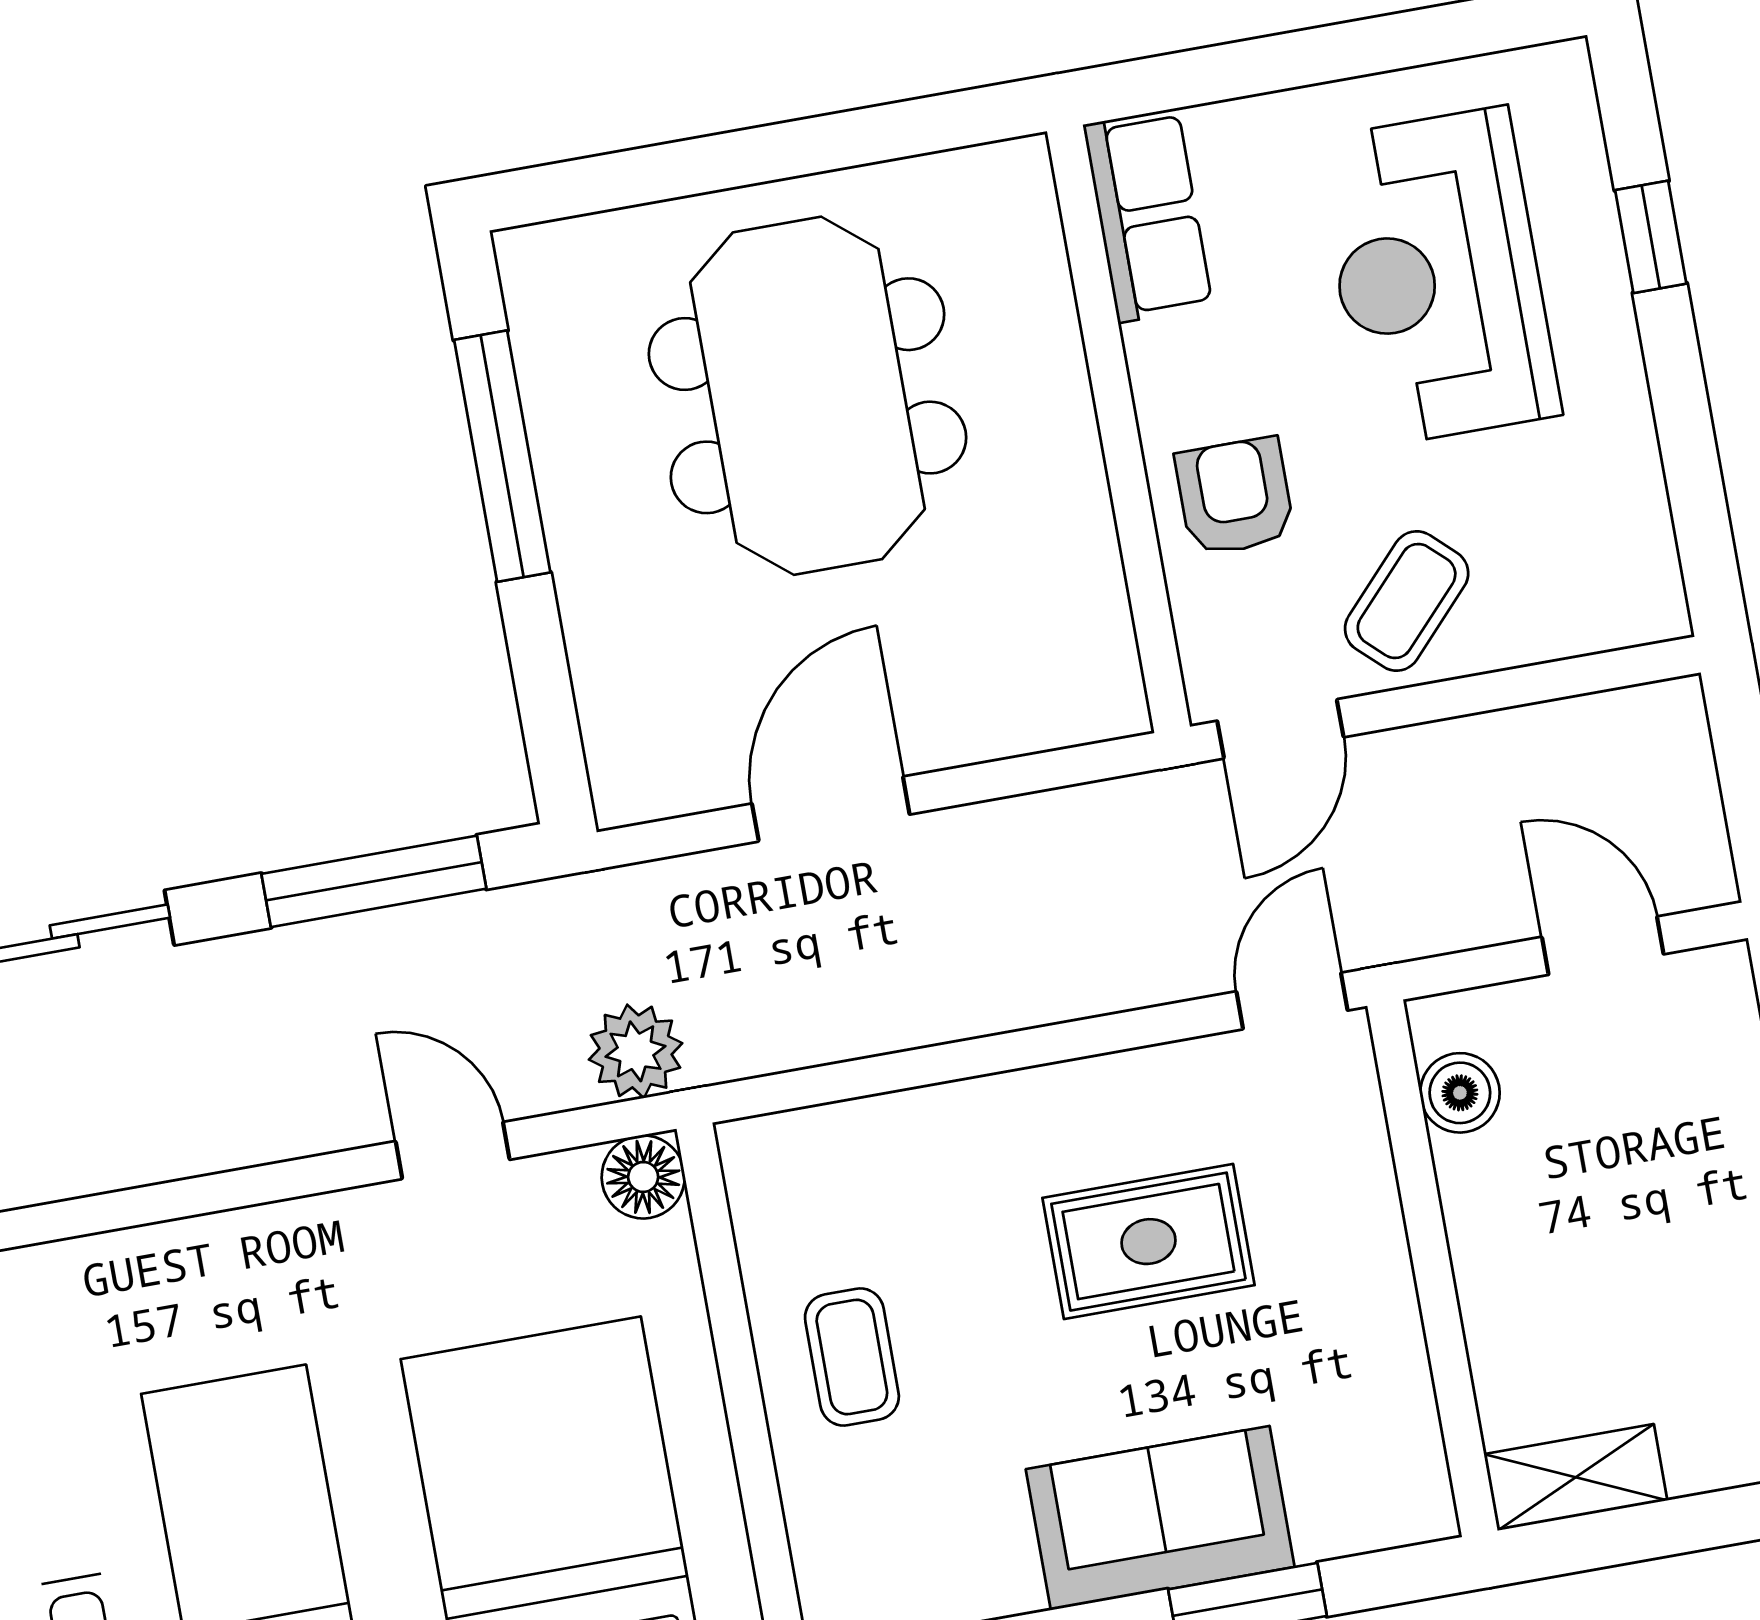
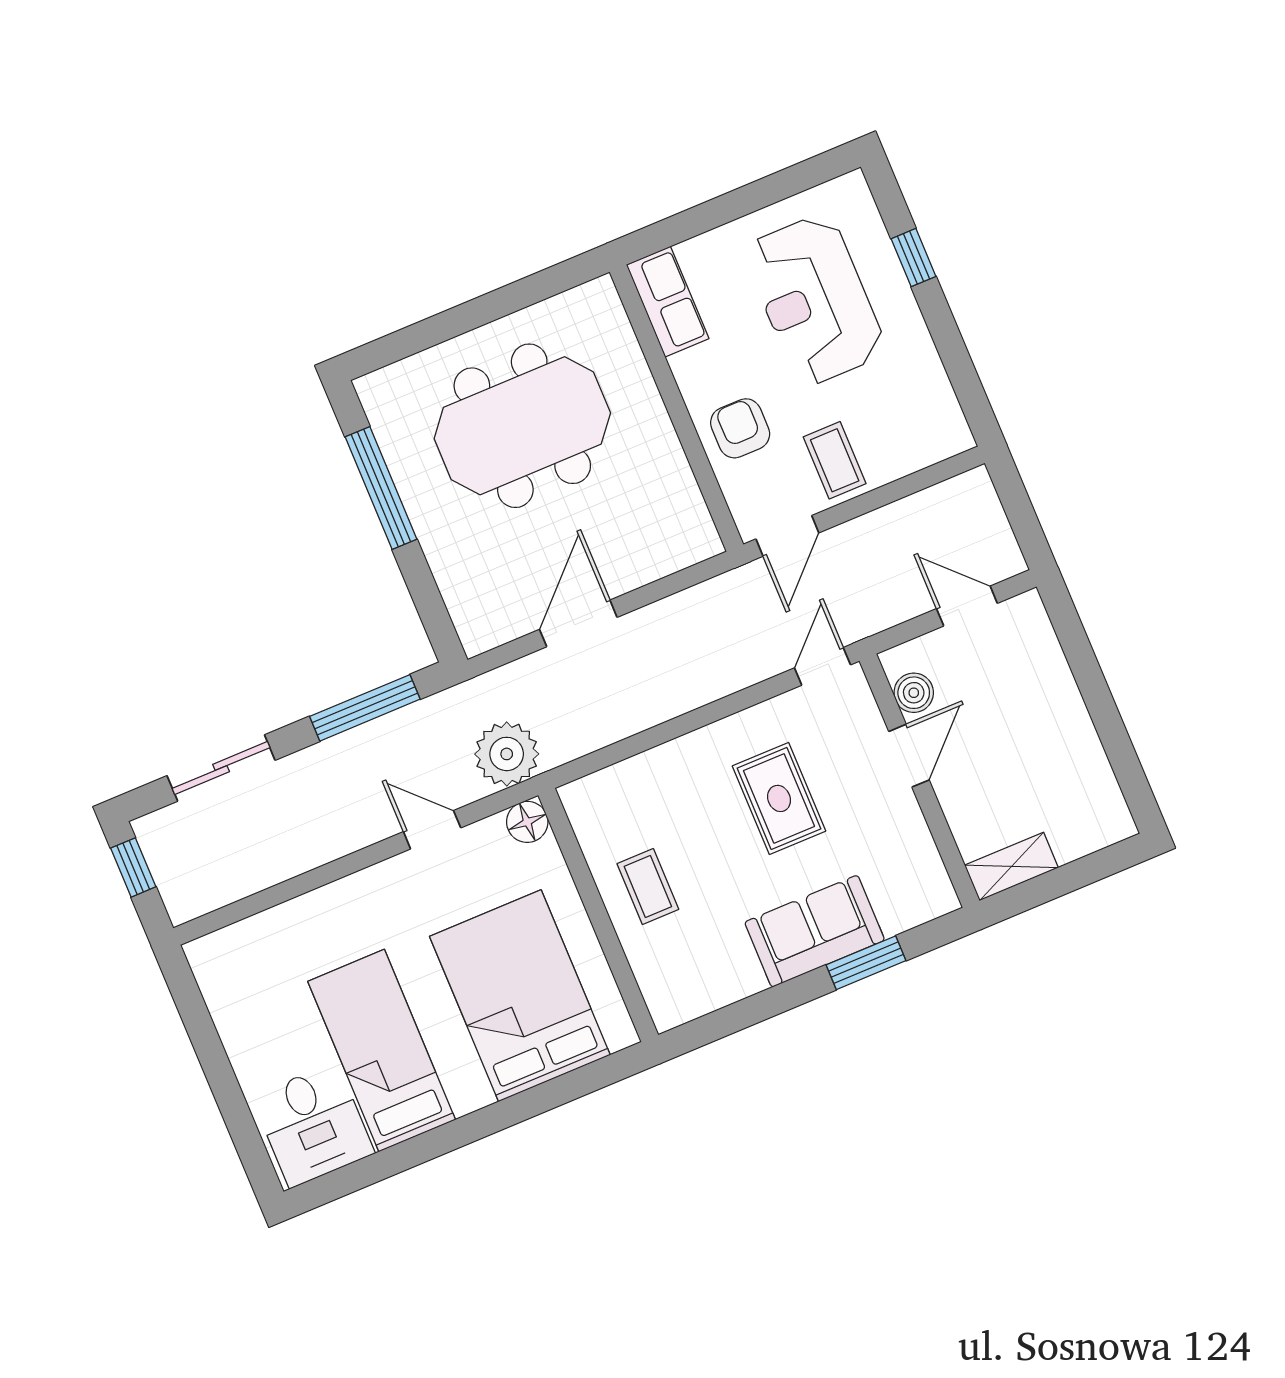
meeting table: (808, 396) -> (522, 426), turned 90
coffee table: (1407, 601) -> (835, 460), turned -43
plant: (636, 1051) -> (507, 754), width x1.36, depth x1.36
door: (1423, 1215) -> (909, 756), added
rug: (1149, 1242) -> (779, 798), turned 90

